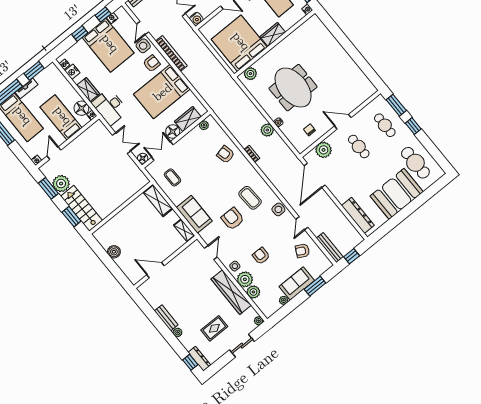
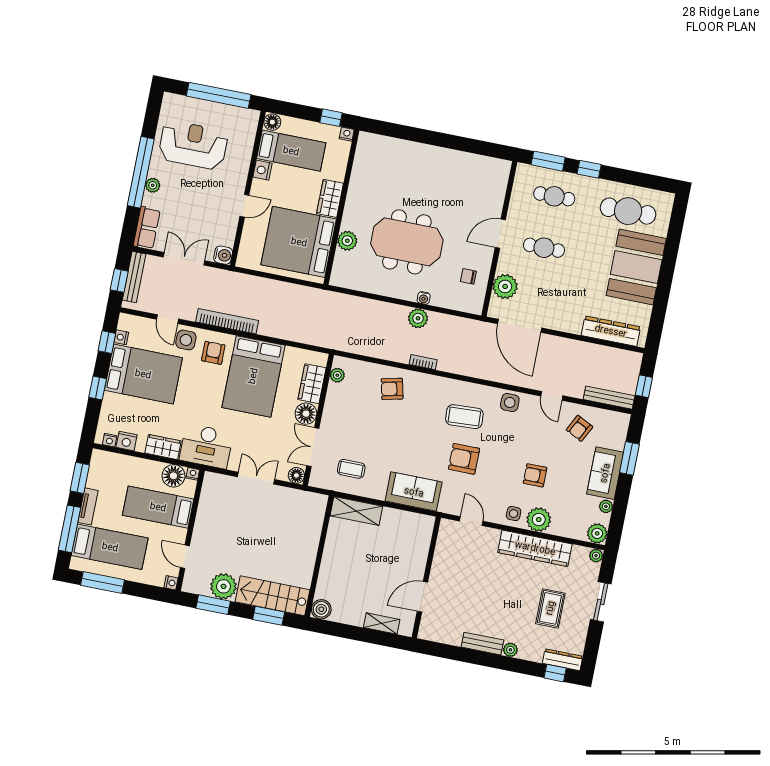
plant: (250, 74) -> (347, 241), moved
shelving: (184, 230) -> (382, 623), moved
boiler: (114, 252) -> (321, 609), moved
plant: (253, 292) -> (597, 533), moved

